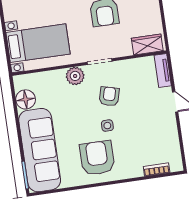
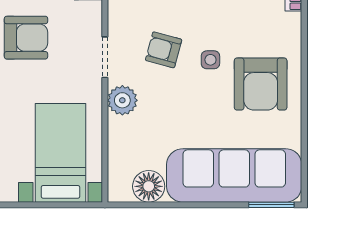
armchair: (97, 158) -> (261, 84), turned -90

